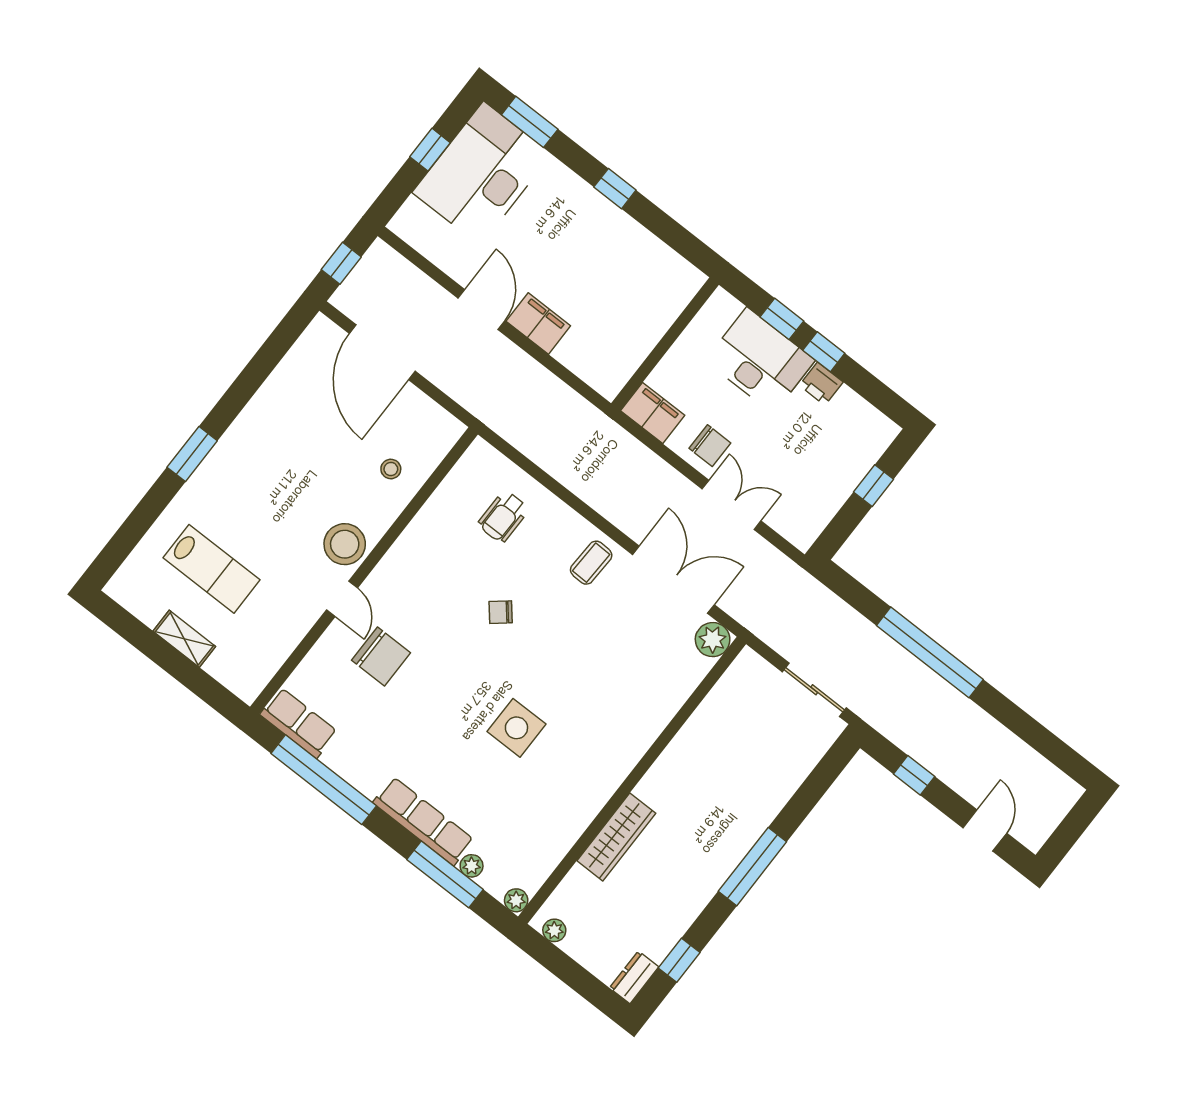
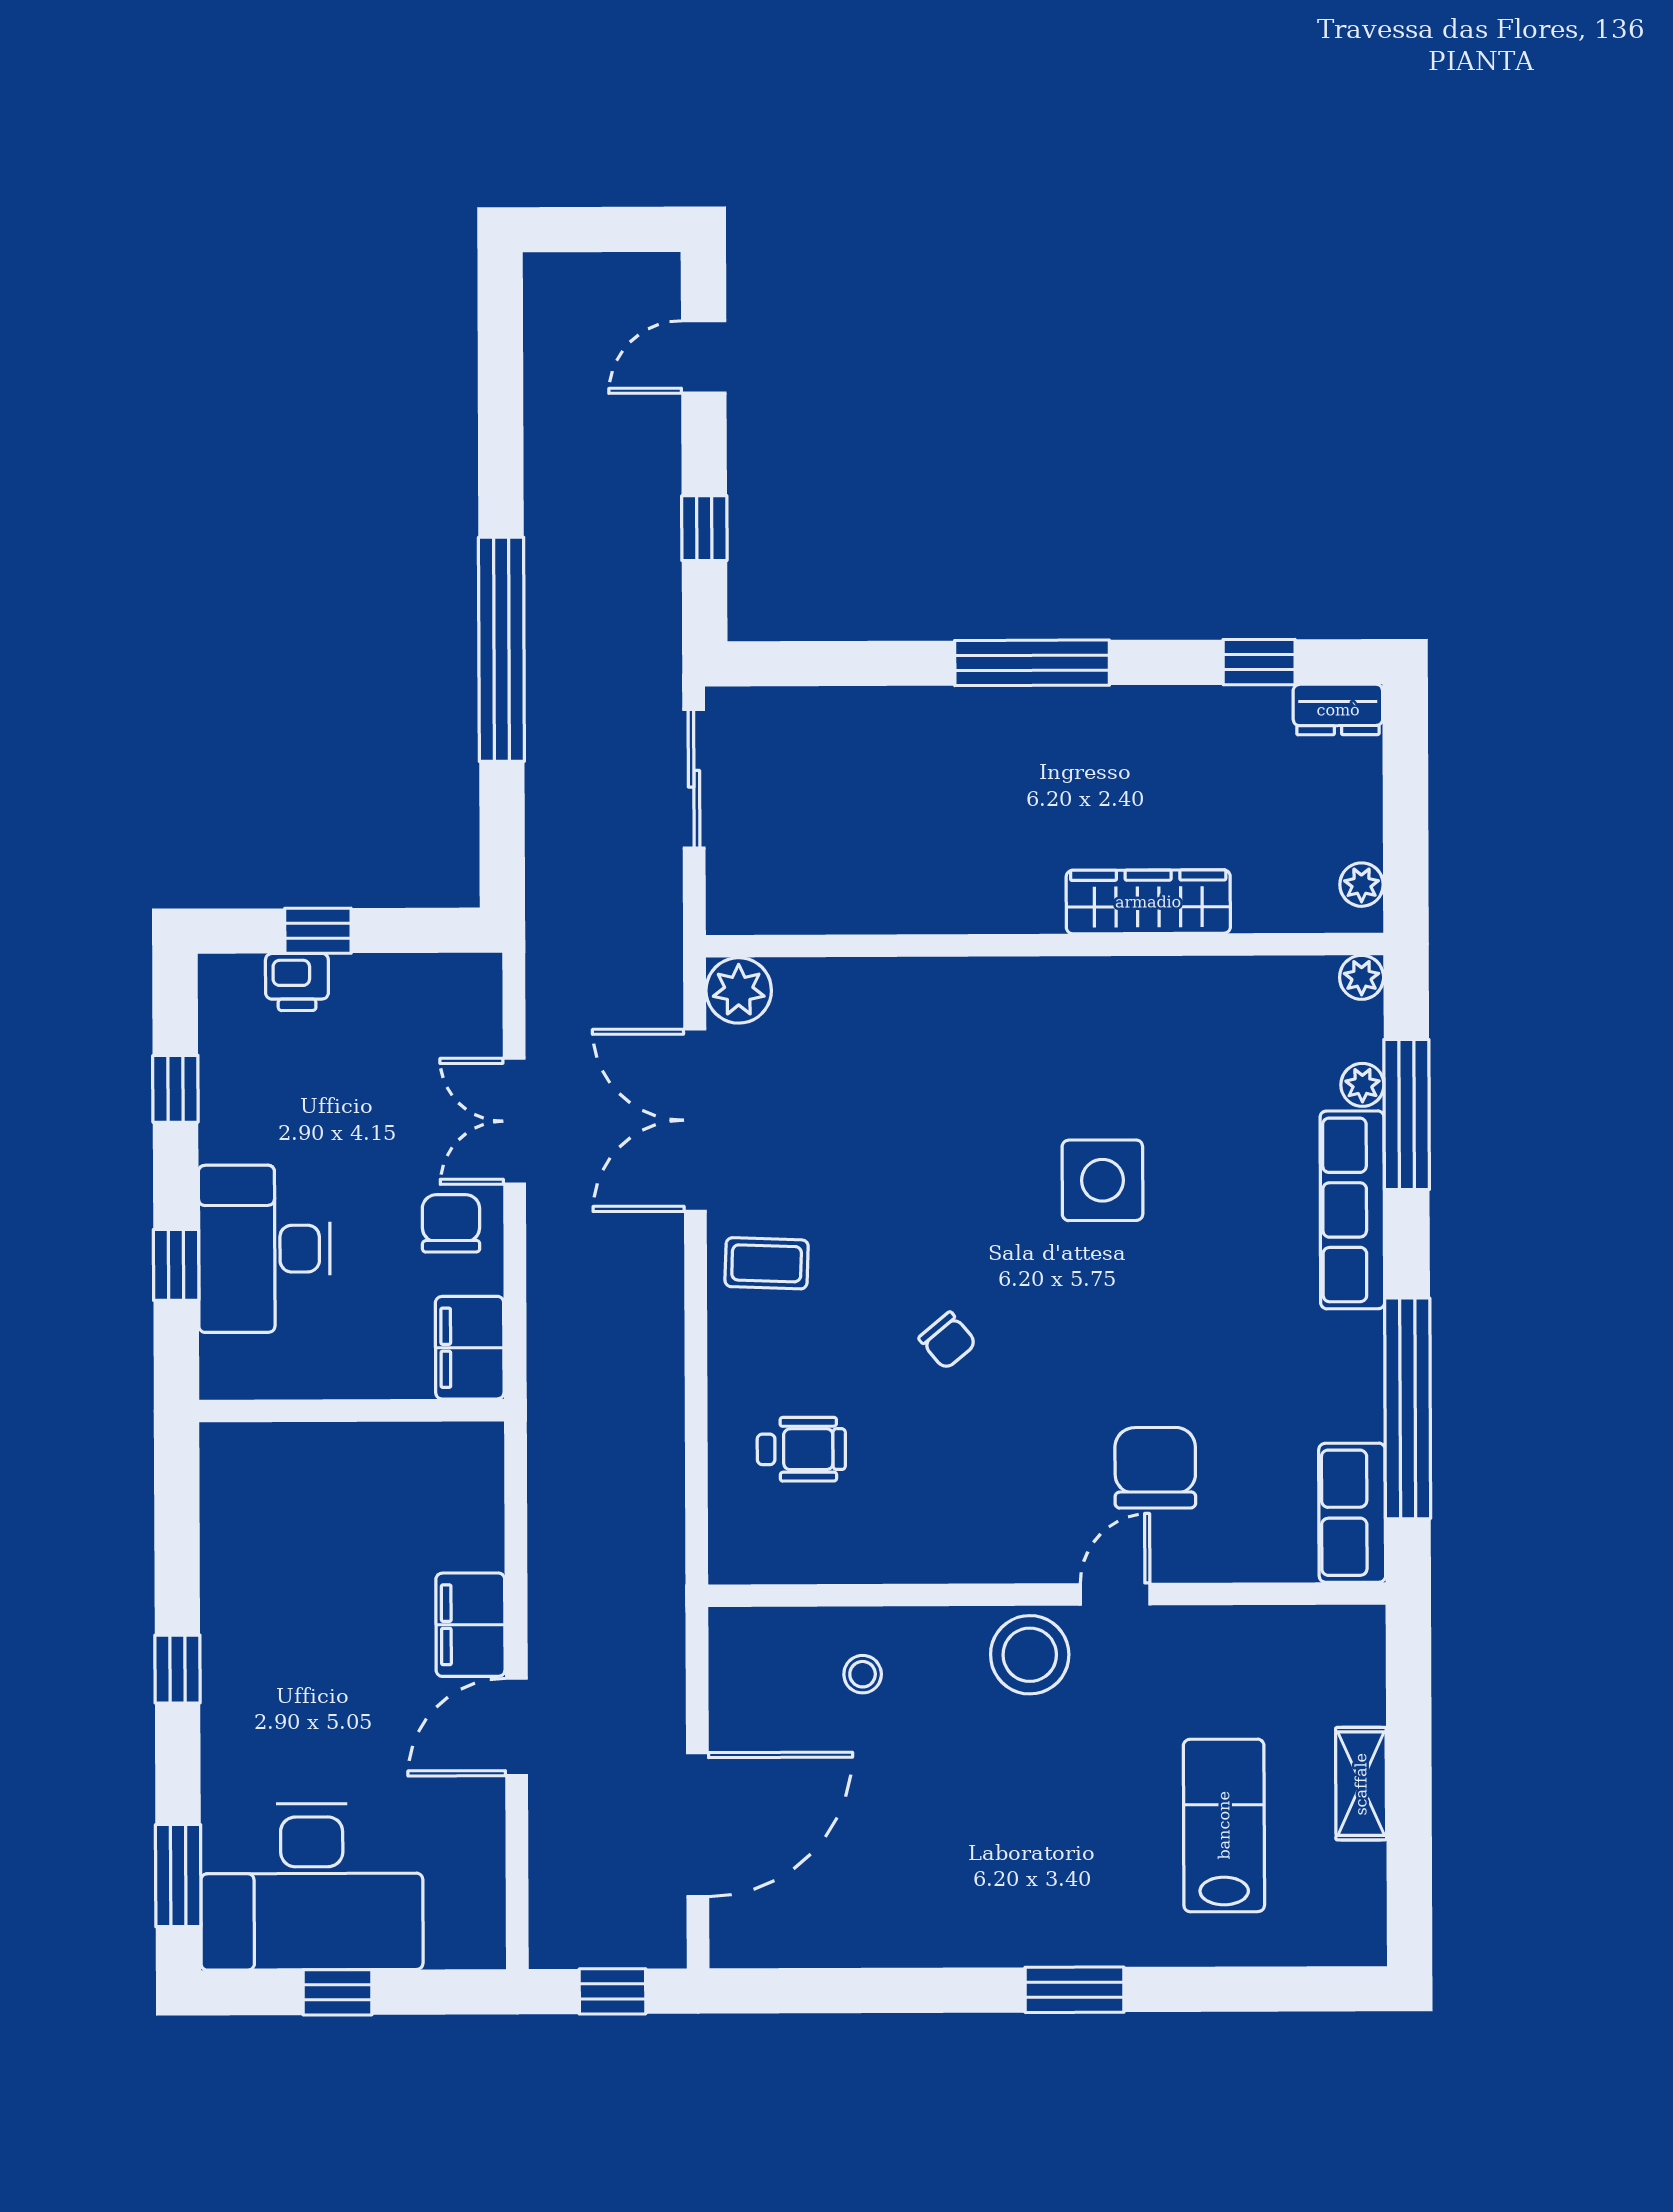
window: (824, 352) -> (175, 1089), moved
printer: (821, 384) -> (297, 982), moved, turned 90

